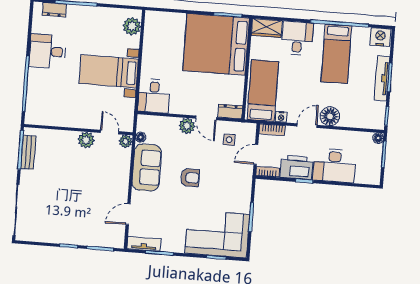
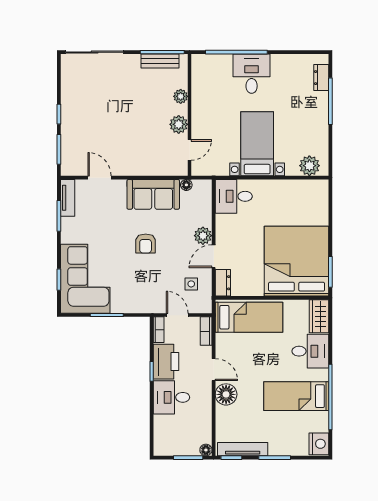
desk: (47, 51) -> (252, 74), moved
tv unit: (382, 78) -> (243, 449), moved
nightstand: (281, 117) -> (221, 340), removed
plant: (126, 141) -> (181, 96), moved
desk: (334, 166) -> (171, 397), width x0.73

